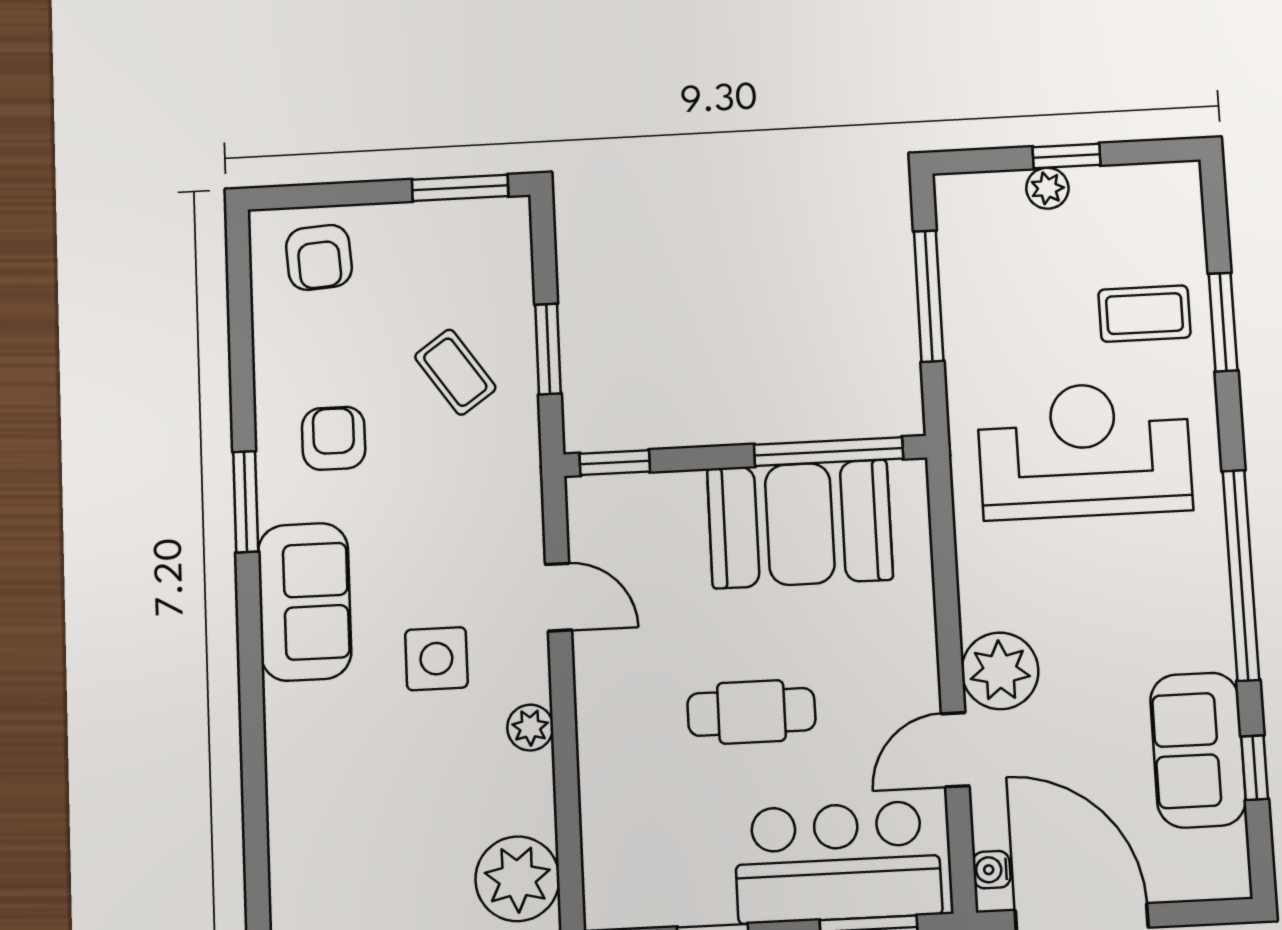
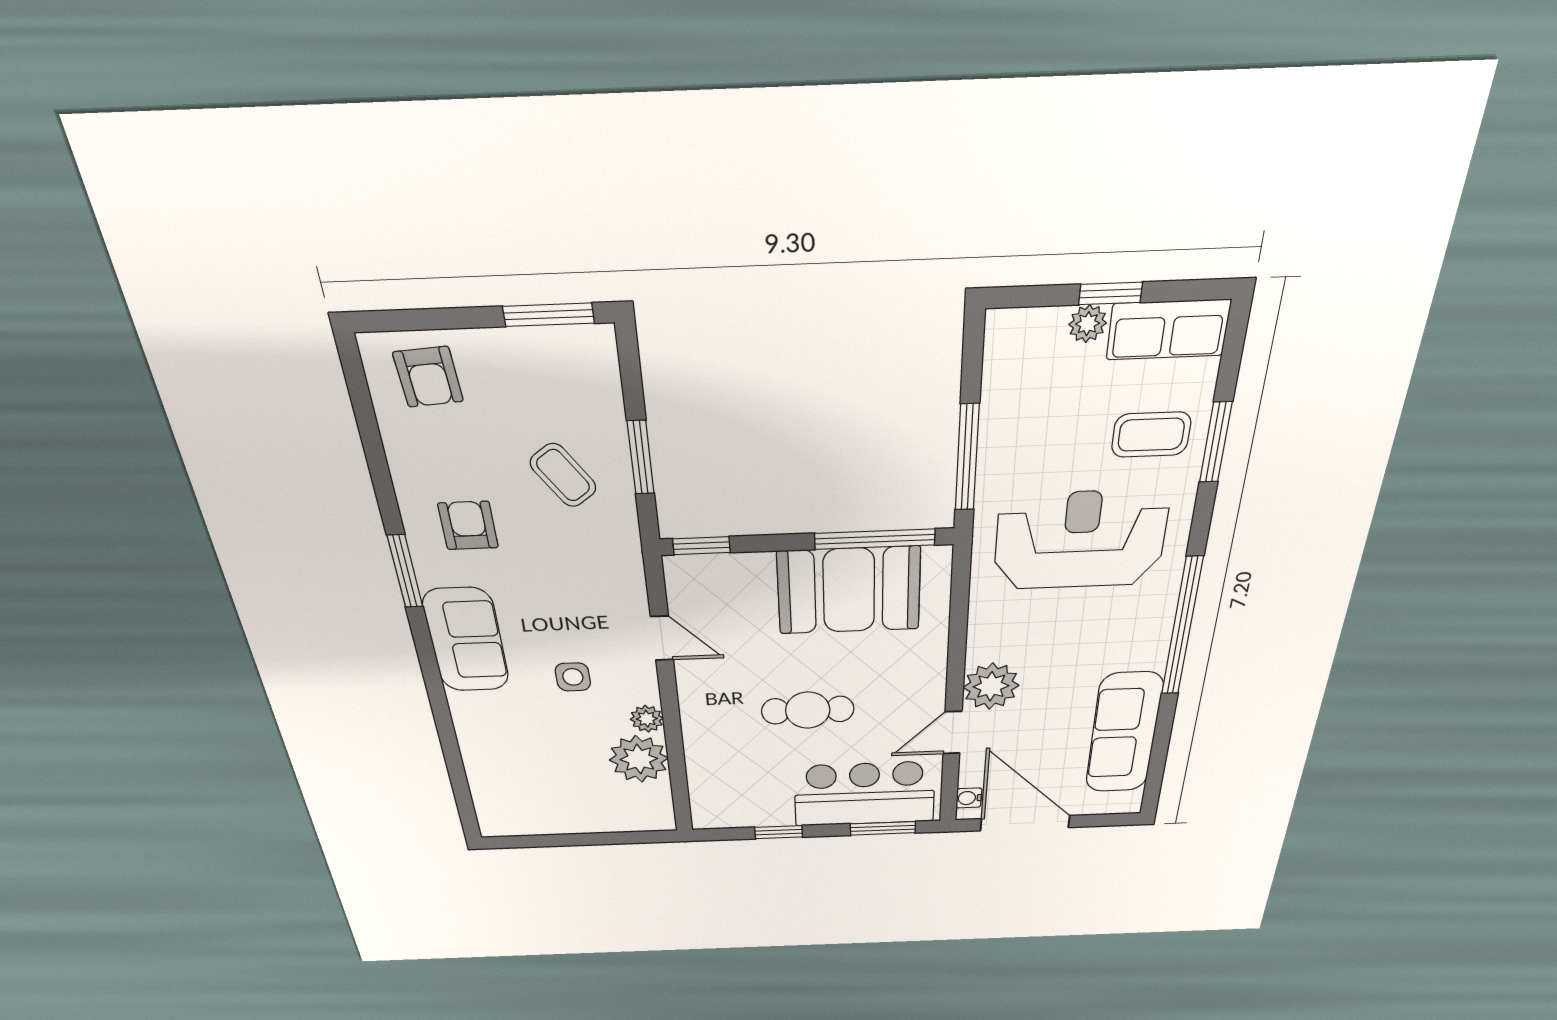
row of seats: (1138, 193) -> (1168, 330), added
window: (929, 296) -> (967, 458), moved
side table: (436, 659) -> (573, 677), width x0.73, depth x0.73
sofa: (1198, 750) -> (1124, 733), width x1.36
window: (1255, 768) -> (1161, 743), removed
plant: (517, 879) -> (639, 759), moved

